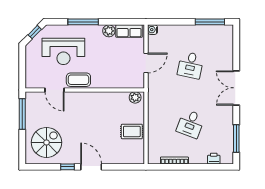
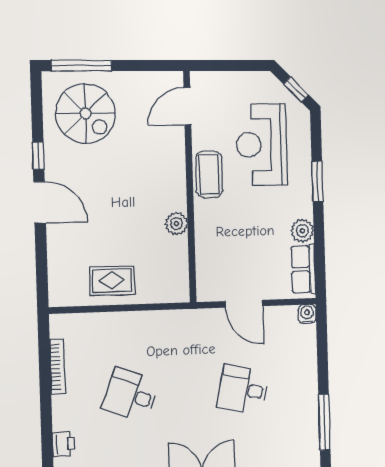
window: (83, 22) -> (317, 181), width x0.69
door: (55, 90) -> (187, 106), moved
plant: (135, 97) -> (176, 224), moved
window: (22, 114) -> (82, 66), moved
rug: (132, 131) -> (112, 281), turned 90
door: (91, 167) -> (40, 202), hinge flipped

